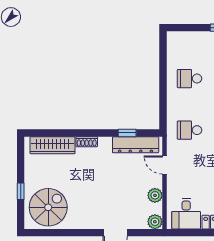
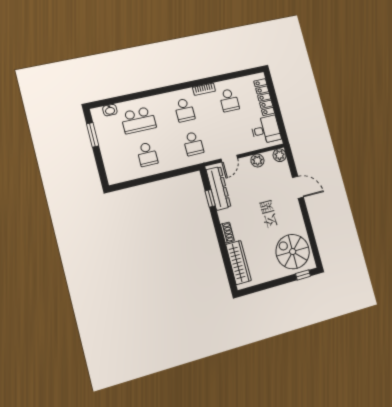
window: (21, 191) -> (303, 275), moved

